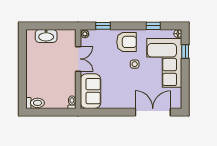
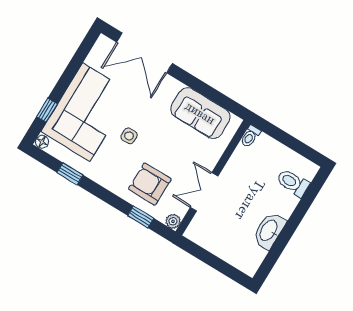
washbasin: (46, 36) -> (269, 231), moved, turned -90
armchair: (127, 42) -> (150, 184), moved
sofa: (91, 91) -> (200, 113), moved, turned -90
toilet: (35, 103) -> (293, 183), moved

